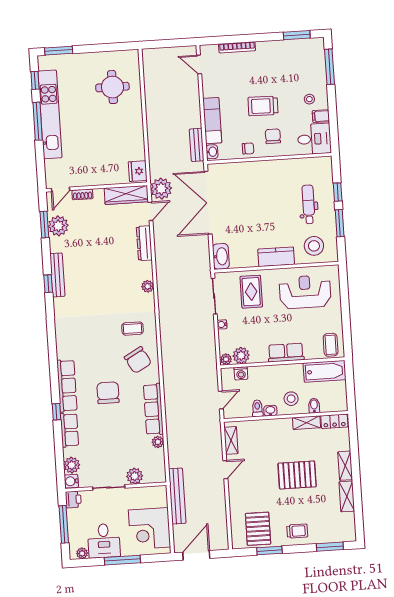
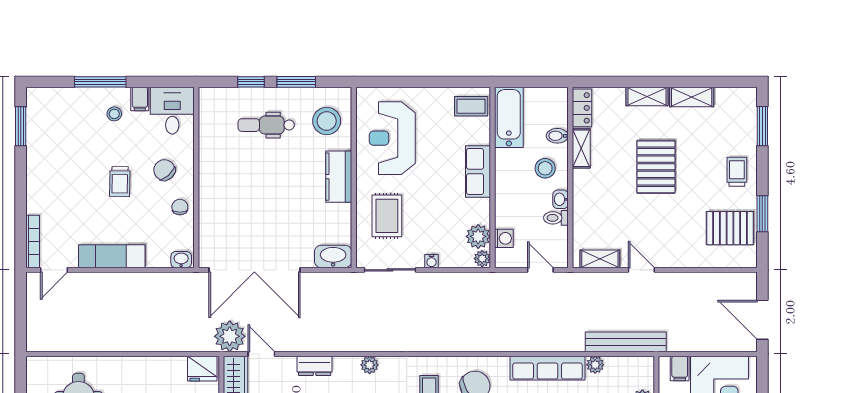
bookcase: (237, 47) -> (33, 241), moved
window: (329, 67) -> (100, 82), moved
trolley: (263, 106) -> (120, 182), width x0.73, depth x0.72
exam couch: (212, 121) -> (112, 256), moved
chair: (273, 136) -> (164, 170), turned 48
bench: (197, 145) -> (170, 281), removed
dresser: (144, 243) -> (315, 366), width x0.70
rug: (251, 292) -> (387, 216), turned 90
bench: (177, 496) -> (626, 342), moved
filing cabinet: (159, 500) -> (680, 368), added

